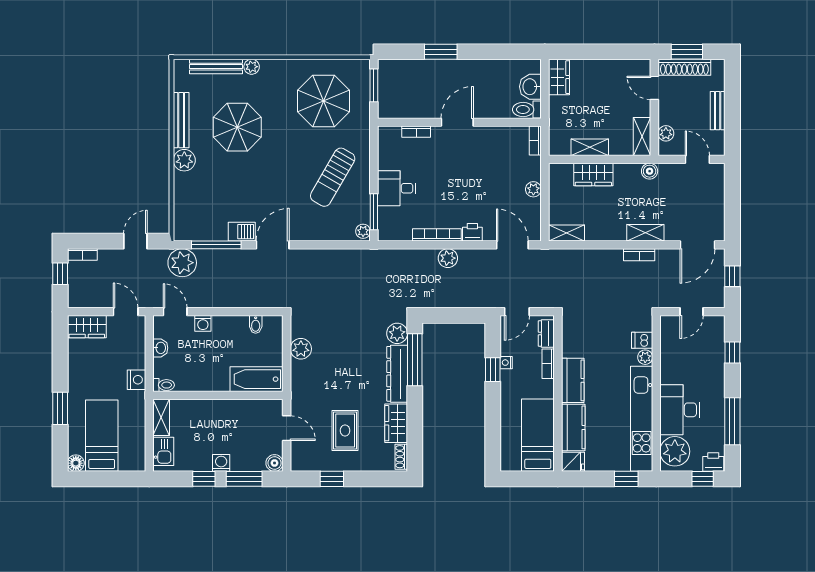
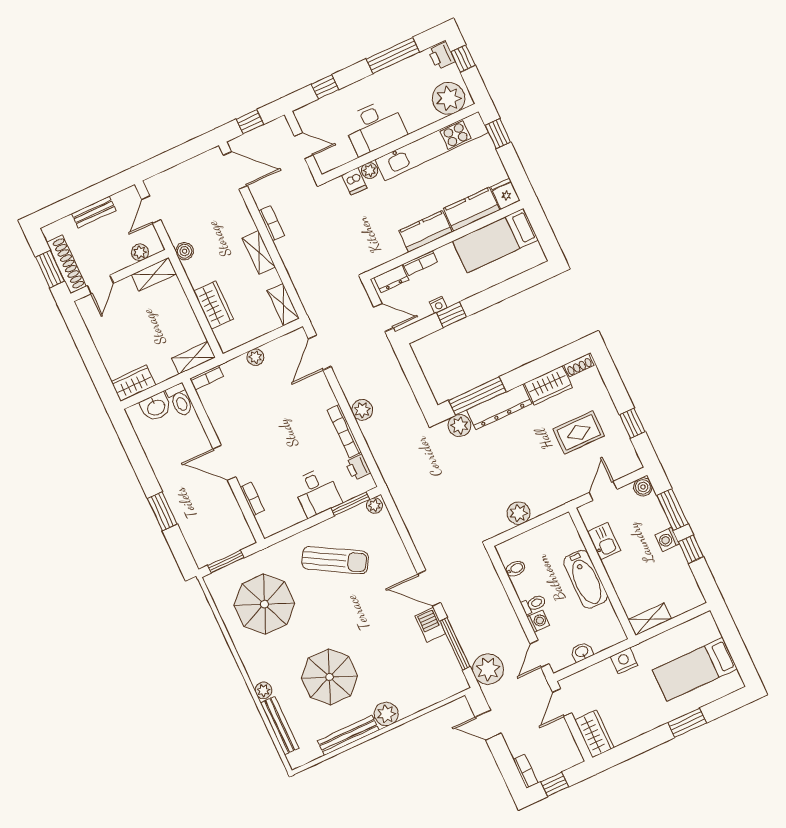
shelving: (590, 147) -> (193, 358), moved, turned 90
printer: (472, 232) -> (358, 467), moved
shelving: (645, 233) -> (259, 252), moved
bathtub: (257, 379) -> (585, 579), moved
toilet: (164, 385) -> (534, 604), moved, turned 90
desk: (680, 410) -> (374, 127), moved
kitchen sink: (163, 451) -> (604, 541), moved, turned 90
floor lamp: (76, 463) -> (734, 682), removed

